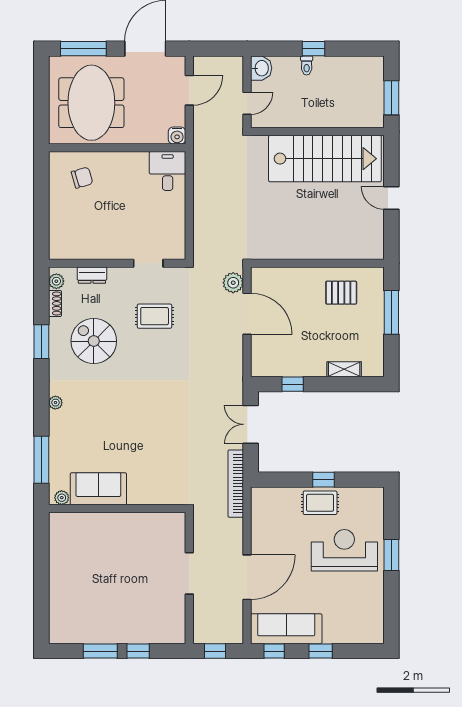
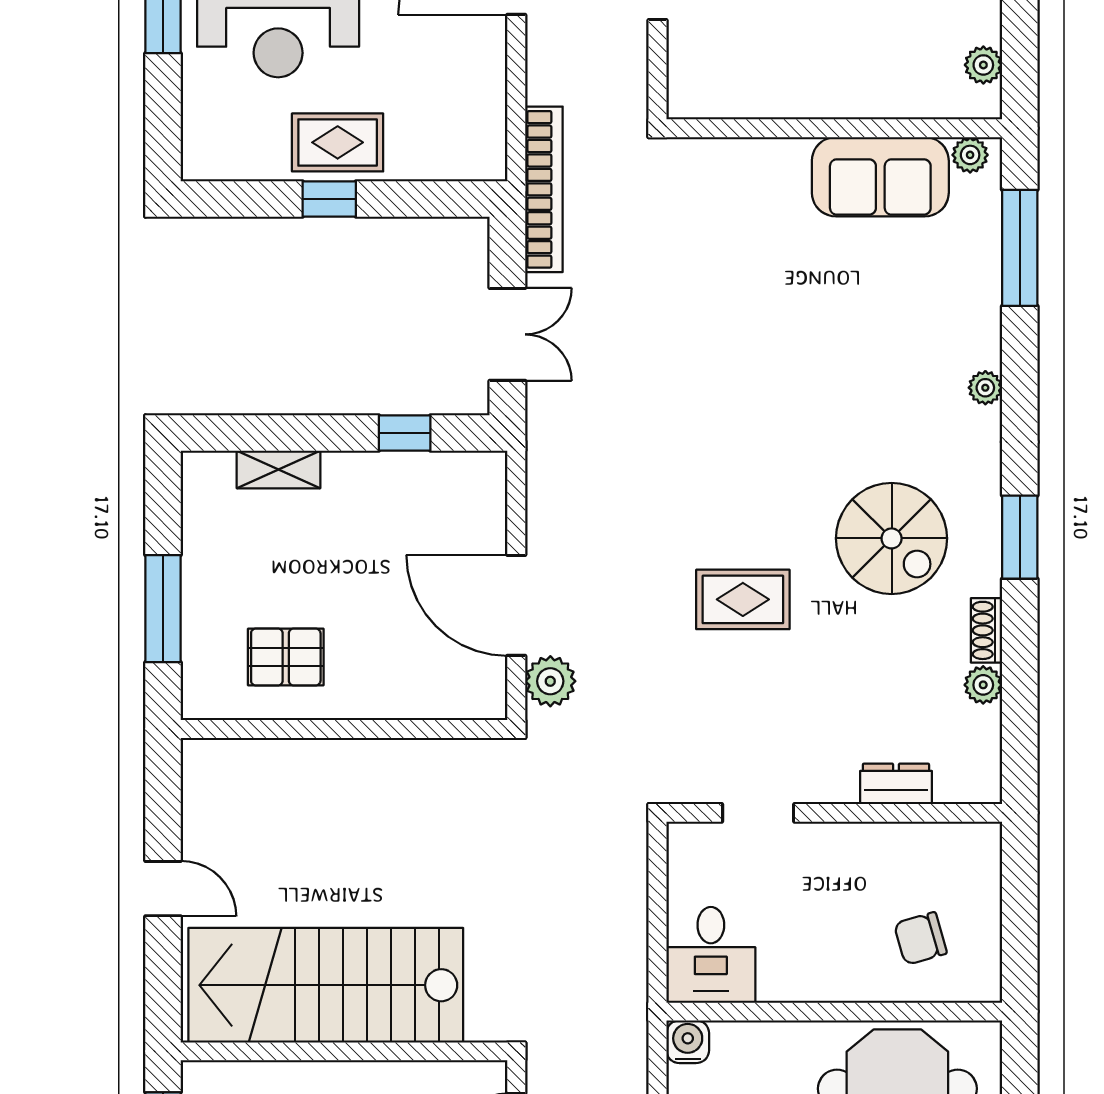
wall: (117, 263) -> (834, 813), moved
doorway: (148, 263) -> (758, 813), moved
dresser: (92, 275) -> (896, 784), moved
plant: (56, 534) -> (983, 65), added

